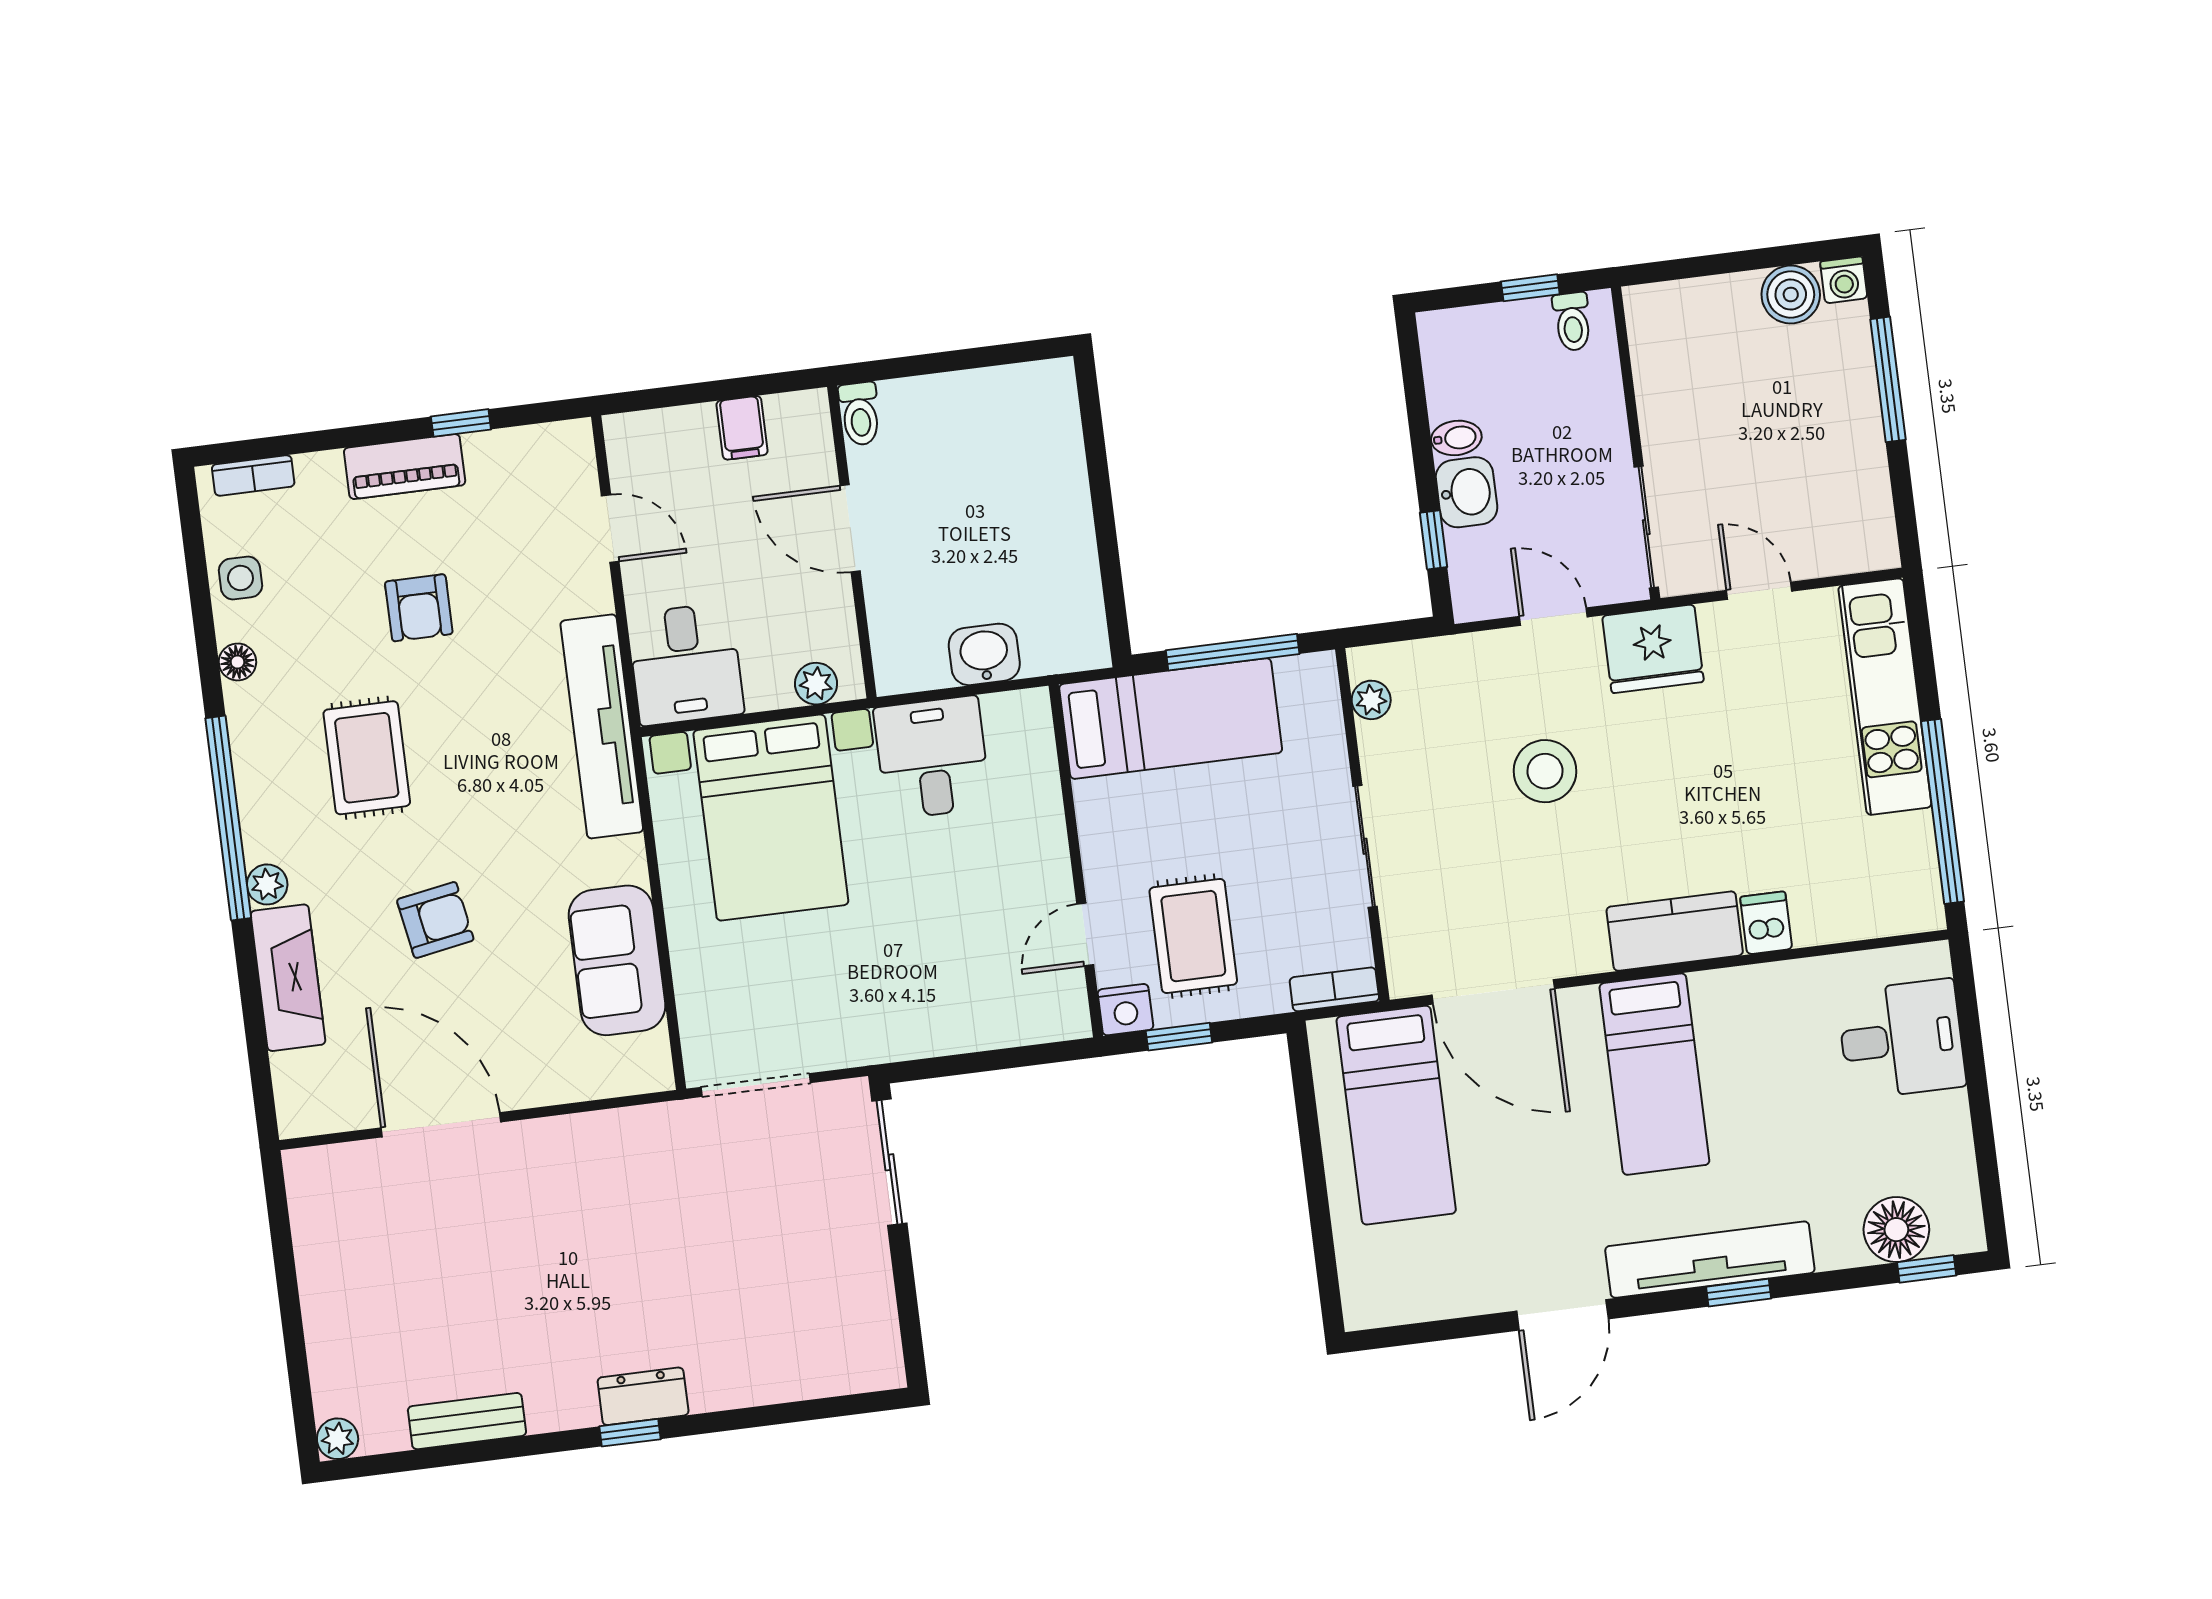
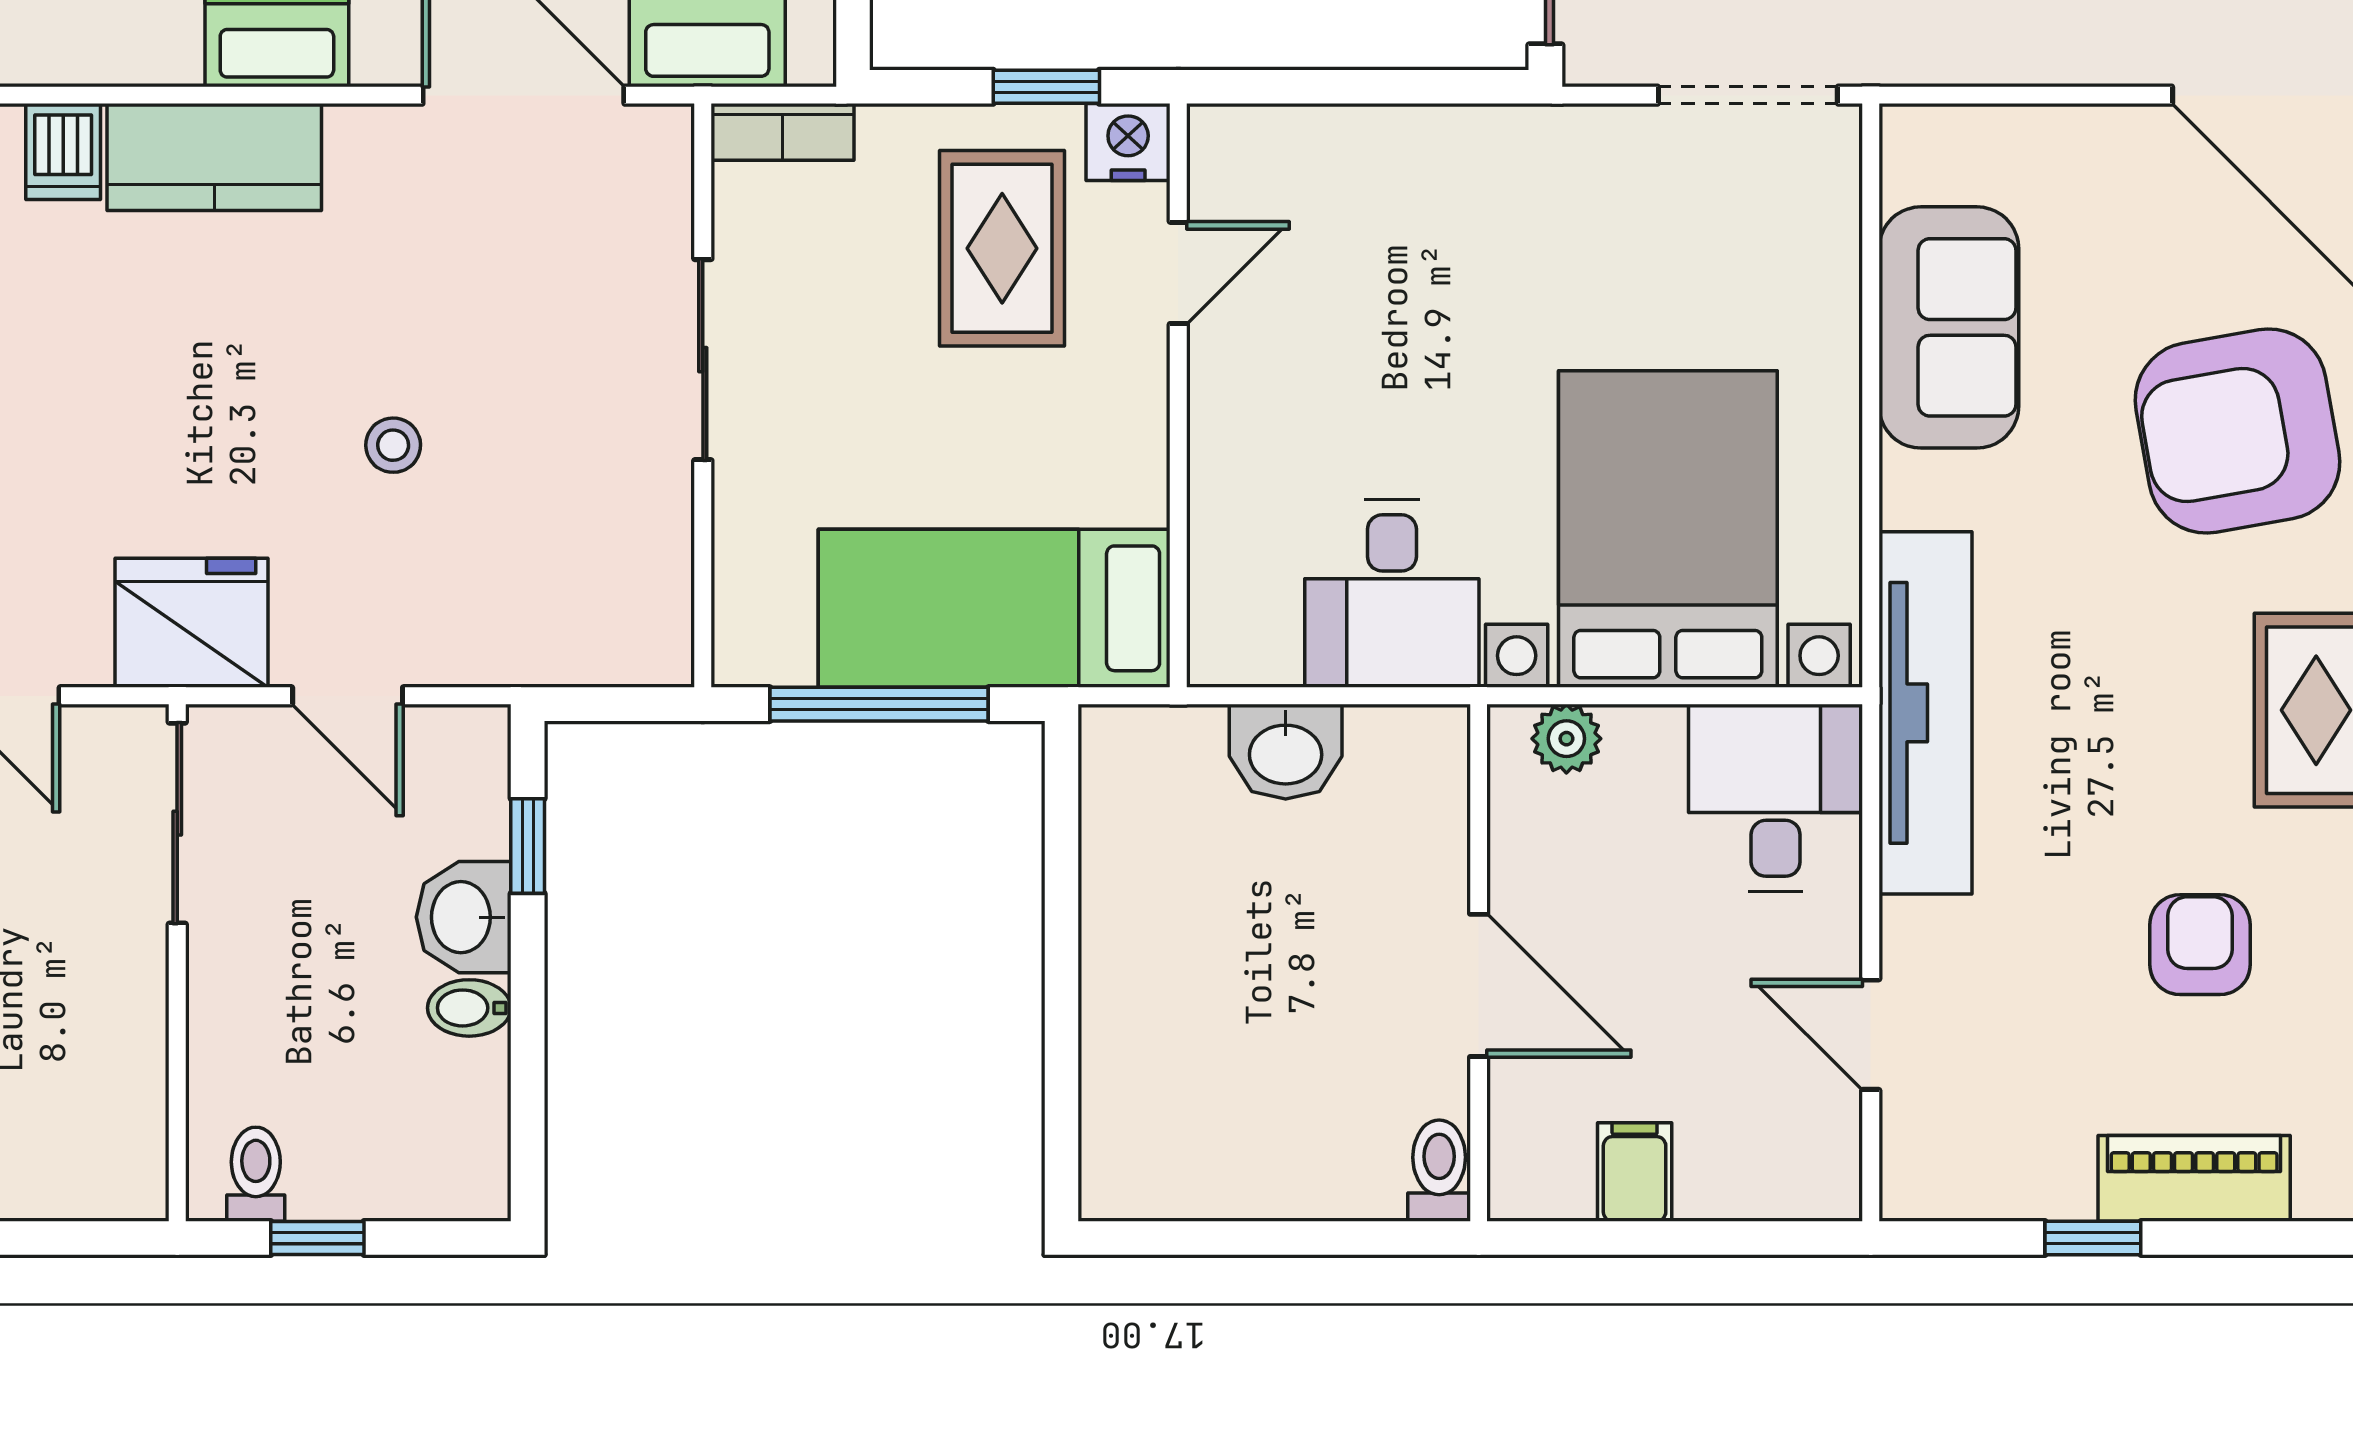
plant: (1371, 700) -> (663, 597), removed
stool: (1545, 771) -> (393, 445), width x0.53, depth x0.53
armchair: (435, 920) -> (2238, 431), width x1.88, depth x1.88

